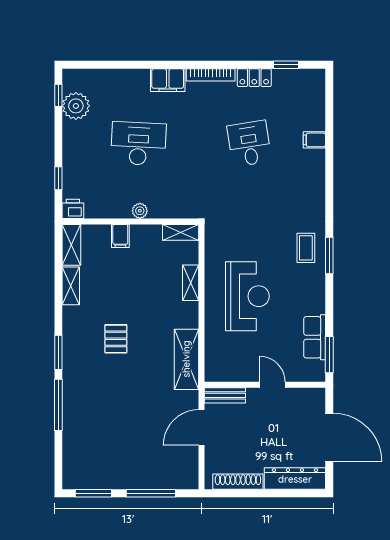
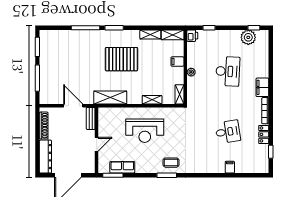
pallet: (116, 339) -> (121, 59), width x2.05, depth x2.00

